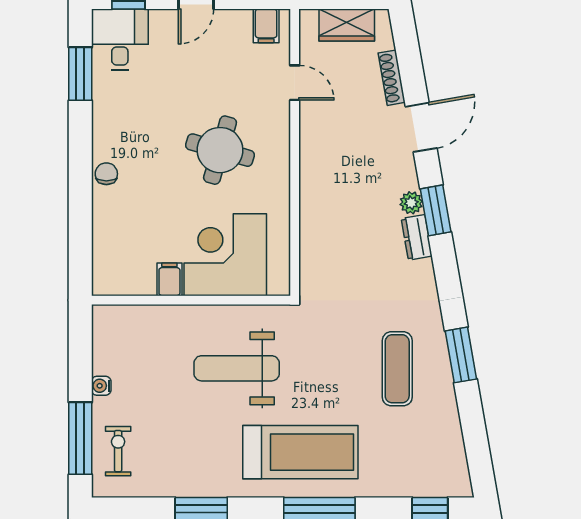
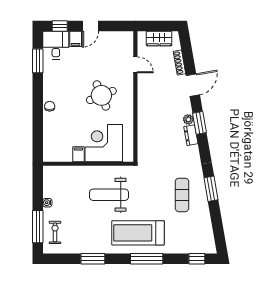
filing cabinet: (266, 26) -> (76, 39), moved
round table: (220, 150) -> (101, 95), turned -38
treadmill: (300, 452) -> (138, 233), turned 180

